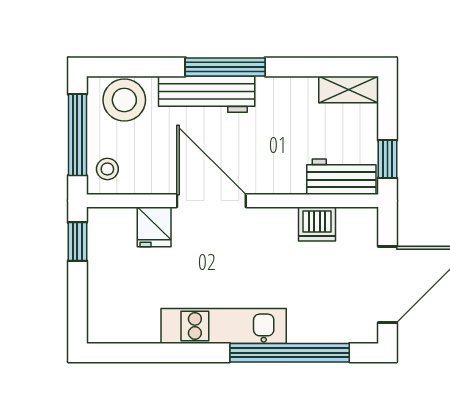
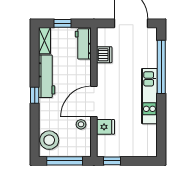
window: (225, 67) -> (35, 95), width x0.46
workbench: (207, 94) -> (47, 76), moved
window: (387, 159) -> (62, 23), moved
stool: (107, 169) -> (81, 124), moved

